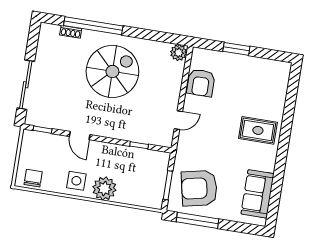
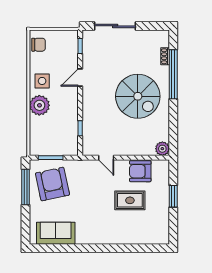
rug: (258, 130) -> (130, 200), moved, turned 90

